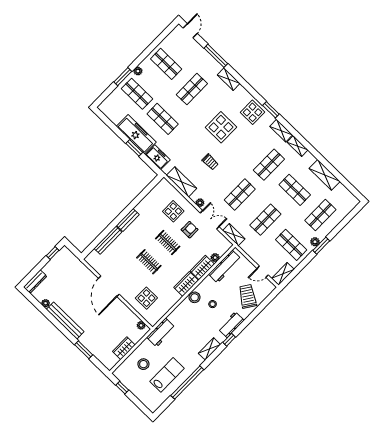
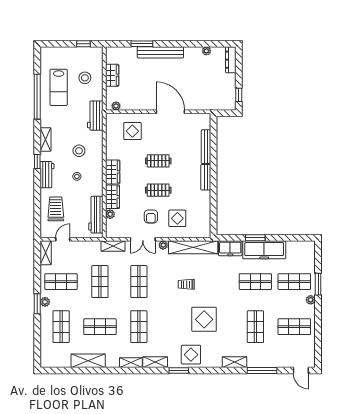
shelving: (182, 182) -> (193, 247), width x1.47
trolley: (248, 296) -> (56, 209), turned -124
stool: (195, 297) -> (79, 151), moved
bench: (65, 321) -> (160, 52), moved

